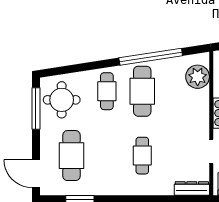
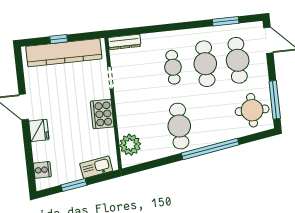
window: (151, 57) -> (210, 149), moved
cafe table: (107, 91) -> (205, 64), moved, width x1.37, depth x1.35

